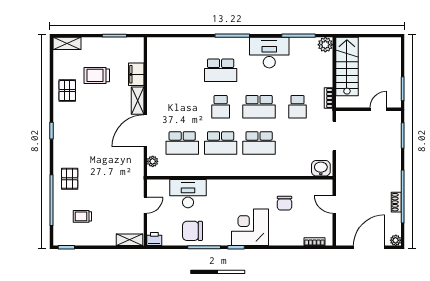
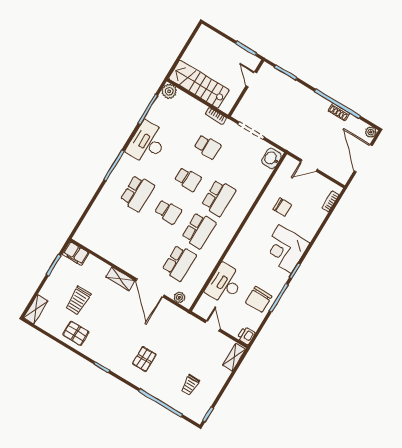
filing cabinet: (136, 74) -> (76, 253), moved
school desk: (259, 107) -> (188, 179), width x0.54
pallet: (70, 179) -> (144, 359), moved, turned 90

